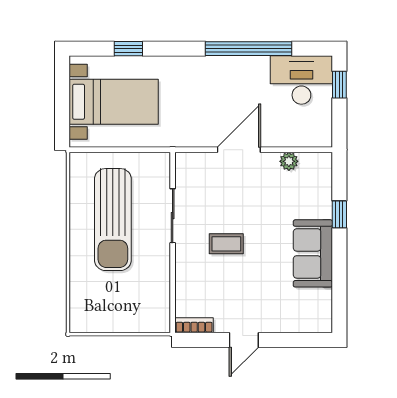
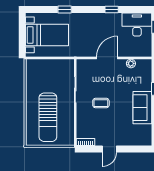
window: (128, 49) -> (65, 10), moved
window: (249, 49) -> (112, 10), width x0.32
sun lounger: (113, 220) -> (48, 117), moved

